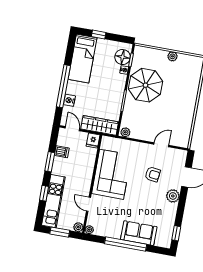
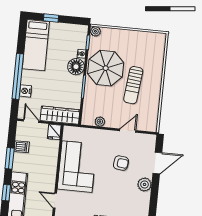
plant: (172, 56) -> (95, 31), moved
floor lamp: (123, 57) -> (76, 67), moved
sun lounger: (170, 103) -> (133, 85), added
plant: (125, 132) -> (100, 122), moved

